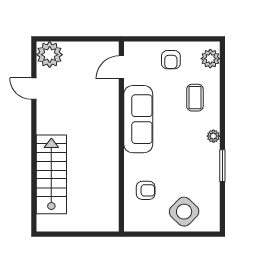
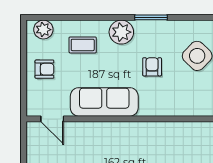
plant: (213, 136) -> (121, 32), width x1.88, depth x1.88
armchair: (146, 190) -> (152, 67), moved

